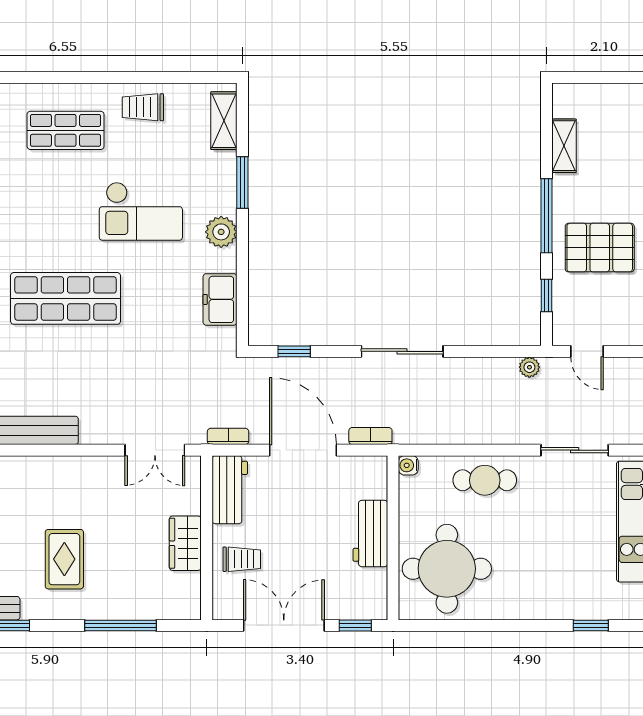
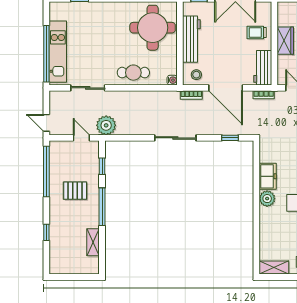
shelving: (224, 121) -> (274, 268), moved, turned 90
window: (242, 183) -> (256, 224), removed
pallet: (600, 248) -> (75, 191), width x0.67, depth x0.71
freezer: (220, 299) -> (268, 176), moved
plant: (529, 367) -> (106, 125), width x1.88, depth x1.88
stool: (361, 476) -> (196, 75), added
workbench: (370, 534) -> (191, 39), width x1.38

